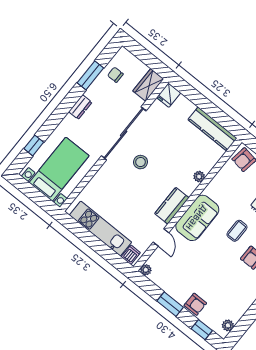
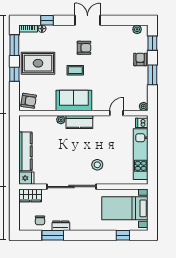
dresser: (80, 107) -> (61, 226), moved
kitchen counter: (213, 129) -> (25, 151), moved
stool: (140, 162) -> (97, 165), moved
kitchen counter: (172, 206) -> (79, 122), moved
sofa: (197, 218) -> (74, 101), moved

